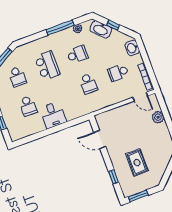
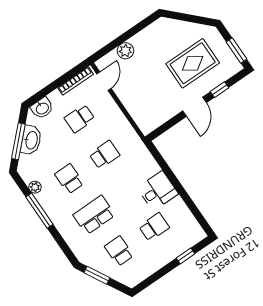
window: (113, 25) -> (18, 141), width x2.17
washbasin: (101, 29) -> (31, 140), moved
school desk: (118, 73) -> (80, 119), turned 90
school desk: (17, 77) -> (119, 251), turned -90
door: (100, 140) -> (195, 107), moved
rug: (137, 163) -> (193, 63), width x1.36, depth x1.43

